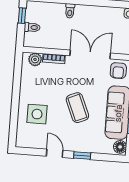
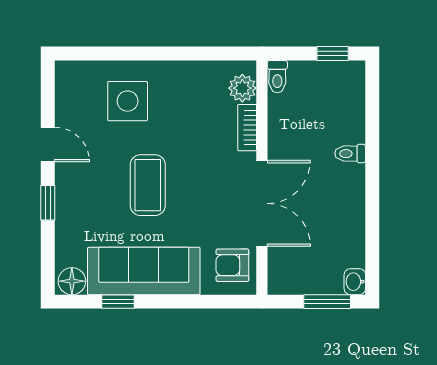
toilet: (32, 27) -> (277, 77), moved
coffee table: (77, 108) -> (148, 185), turned -67
door: (55, 153) -> (48, 144), hinge flipped

